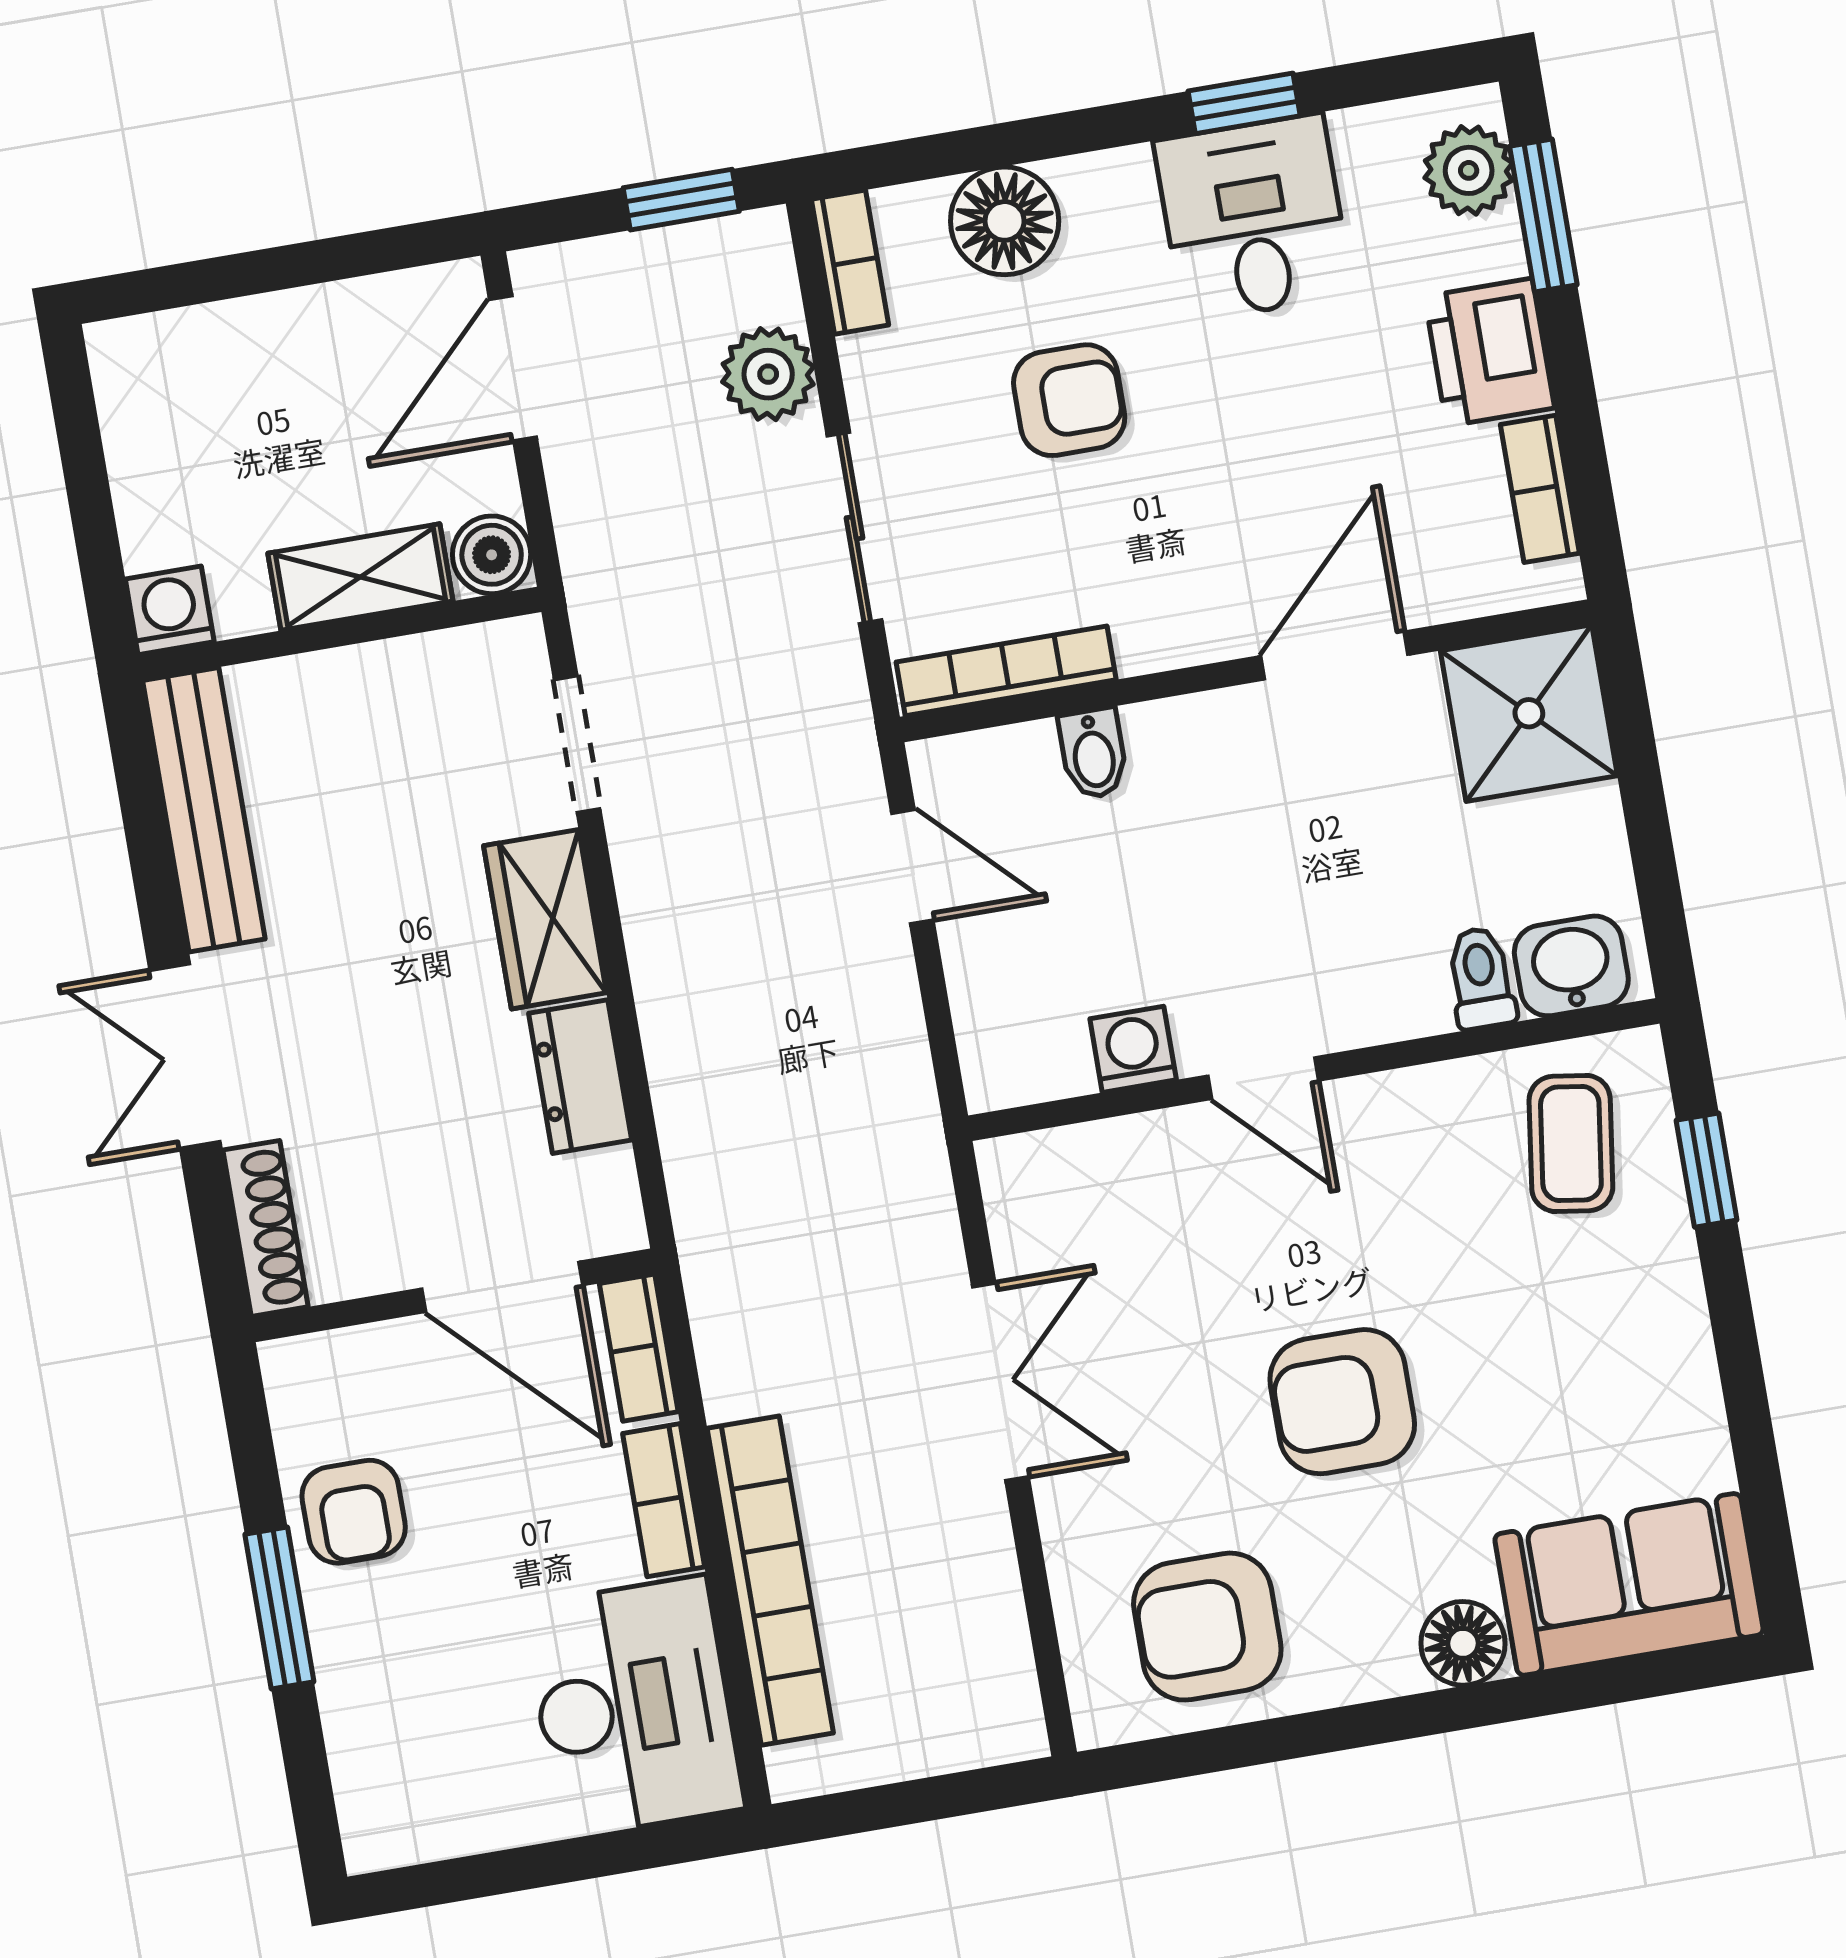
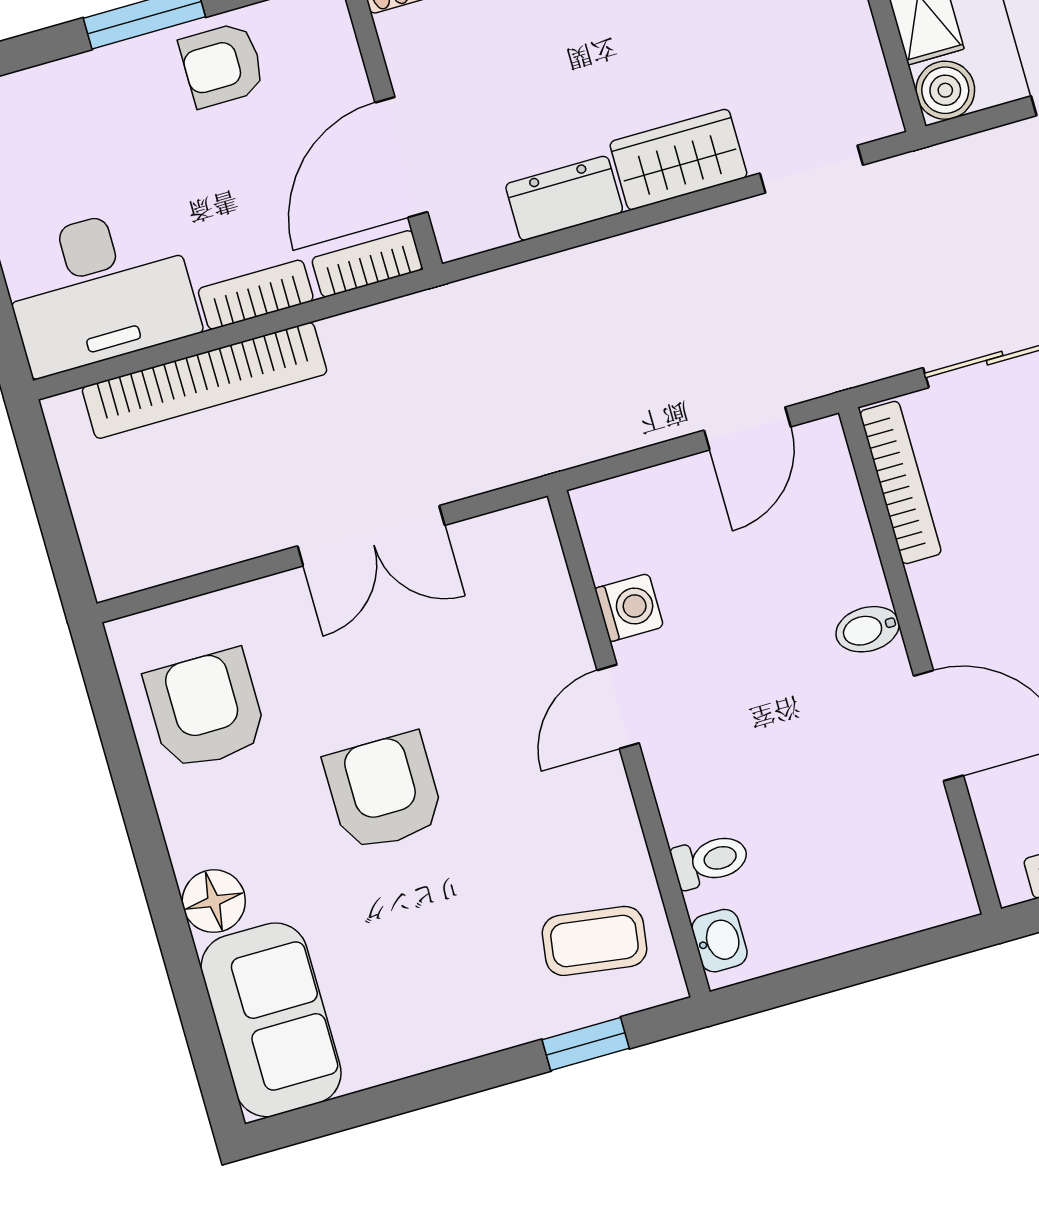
shower: (1529, 713) -> (911, 875), removed
bidet: (1093, 753) -> (868, 629), moved
washbasin: (1571, 966) -> (719, 941), width x0.72, depth x0.69

